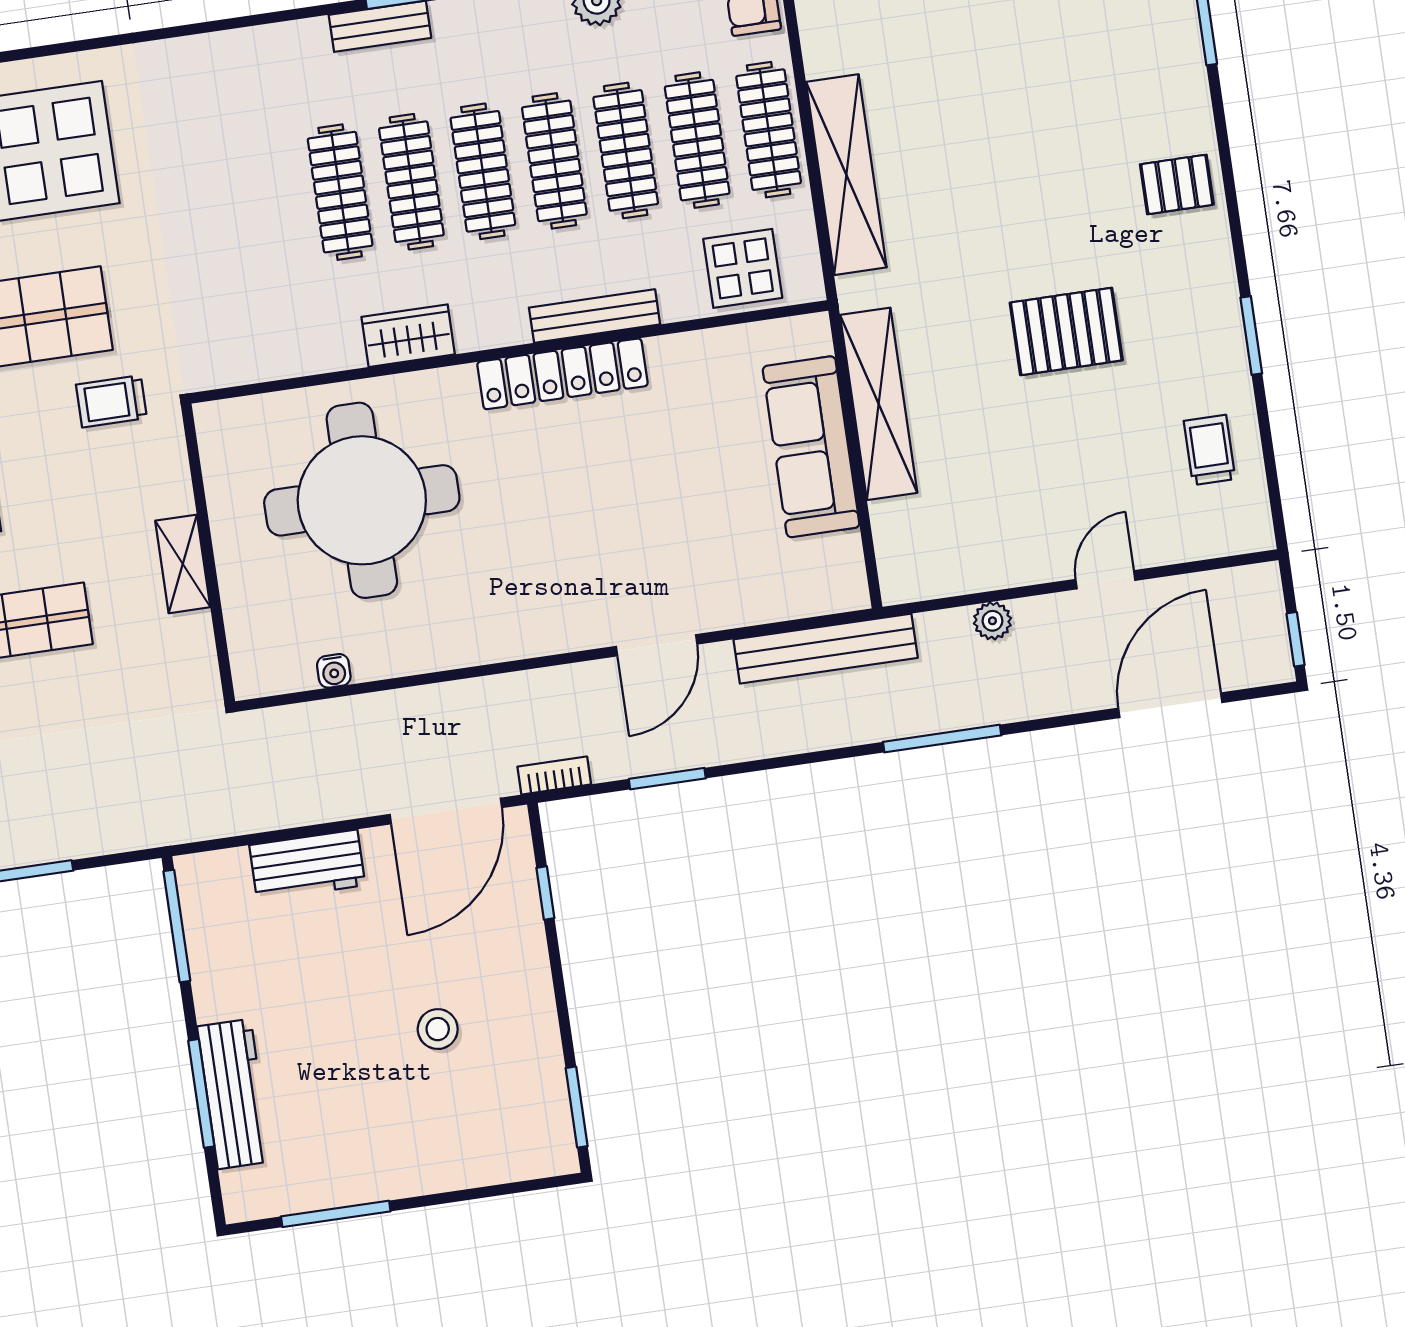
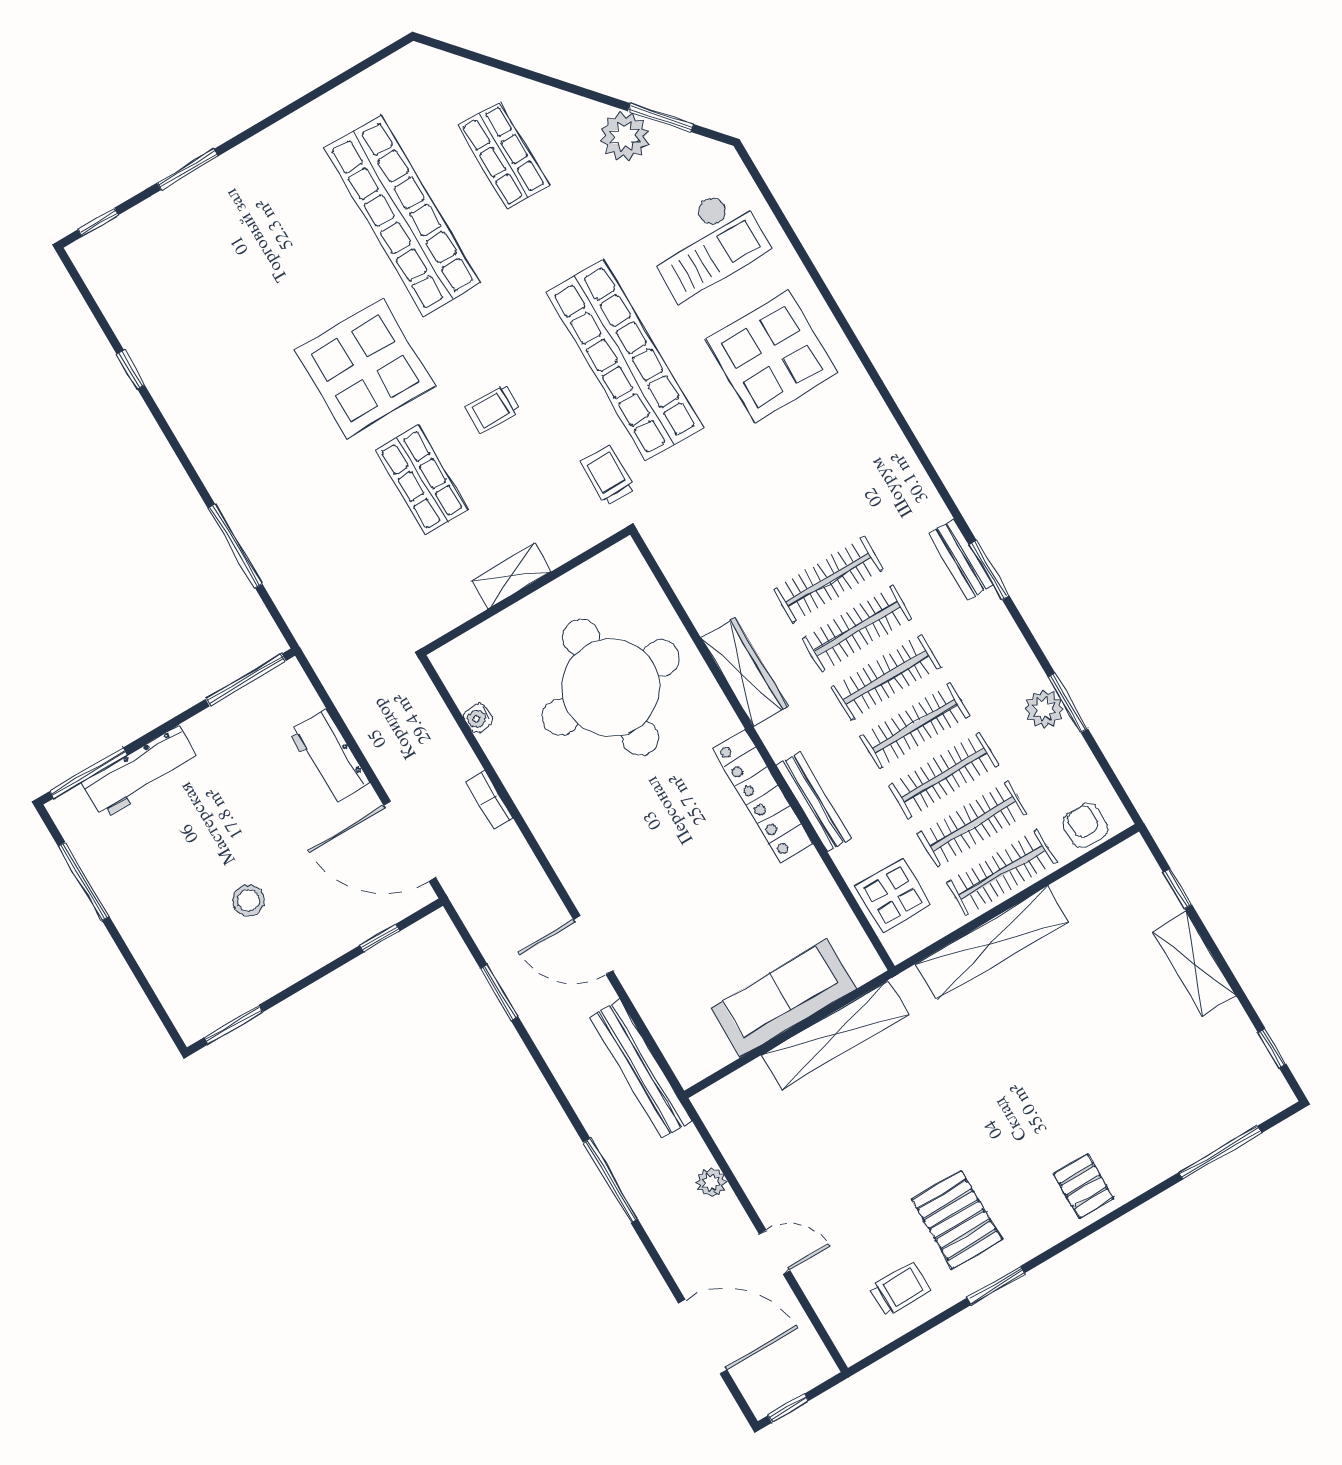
pallet: (1066, 331) -> (957, 1220), moved
wardrobe: (408, 336) -> (744, 672), width x1.50
bookcase: (554, 776) -> (489, 800), moved, turned 180
window: (201, 1093) -> (88, 773), moved

